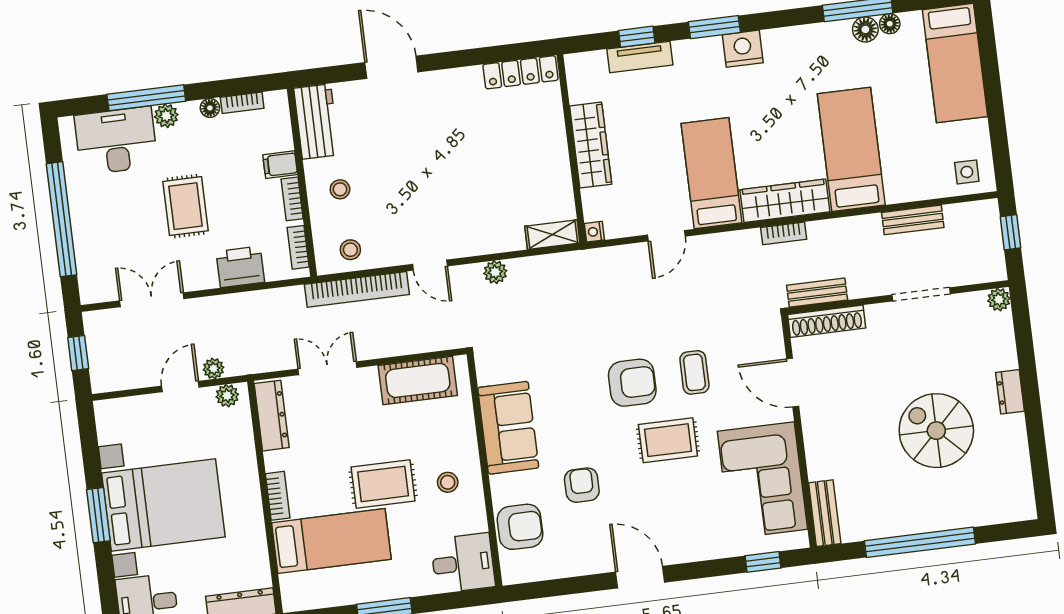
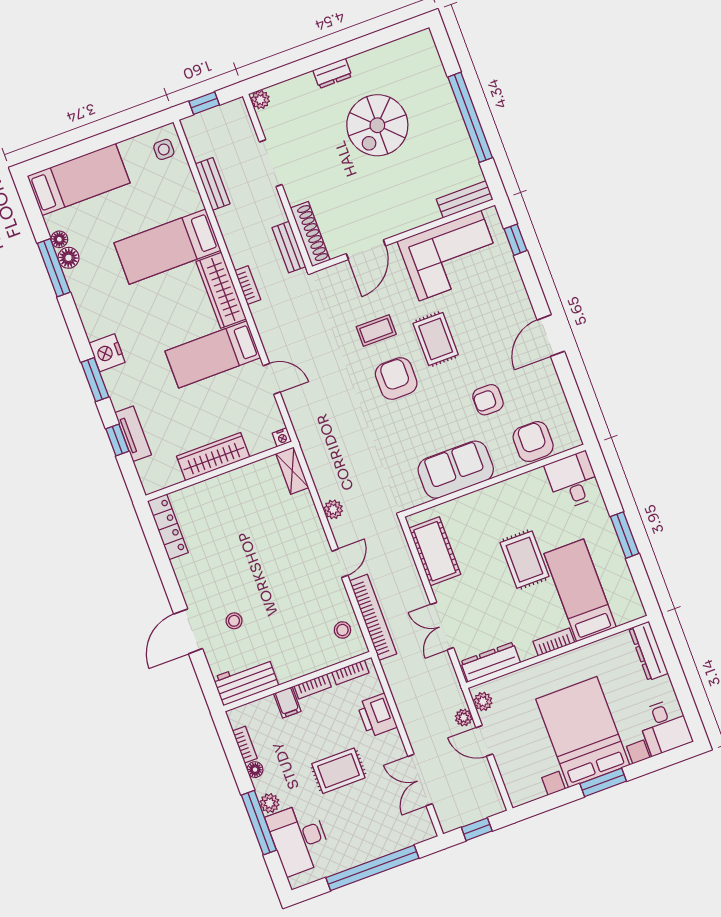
stool: (340, 189) -> (234, 621), moved
stool: (448, 482) -> (511, 508), removed

